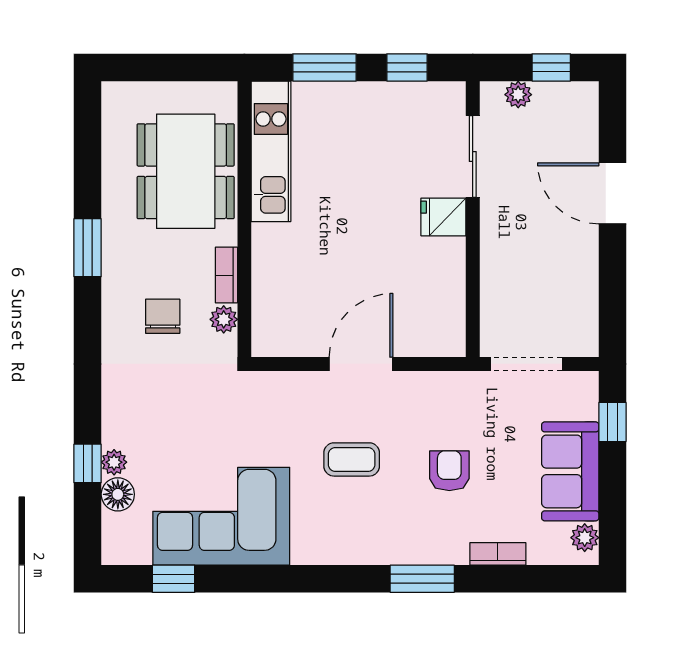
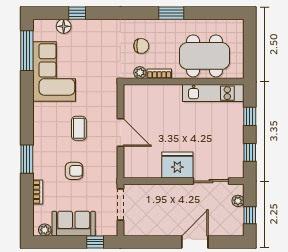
window: (324, 67) -> (250, 116), width x0.67
fridge: (443, 217) -> (177, 165), width x1.88, depth x1.34
plant: (114, 462) -> (78, 25), removed
window: (174, 579) -> (27, 51), width x2.17

